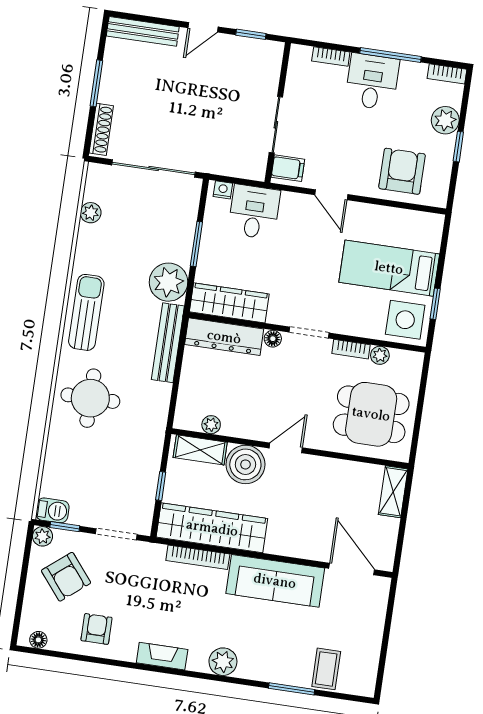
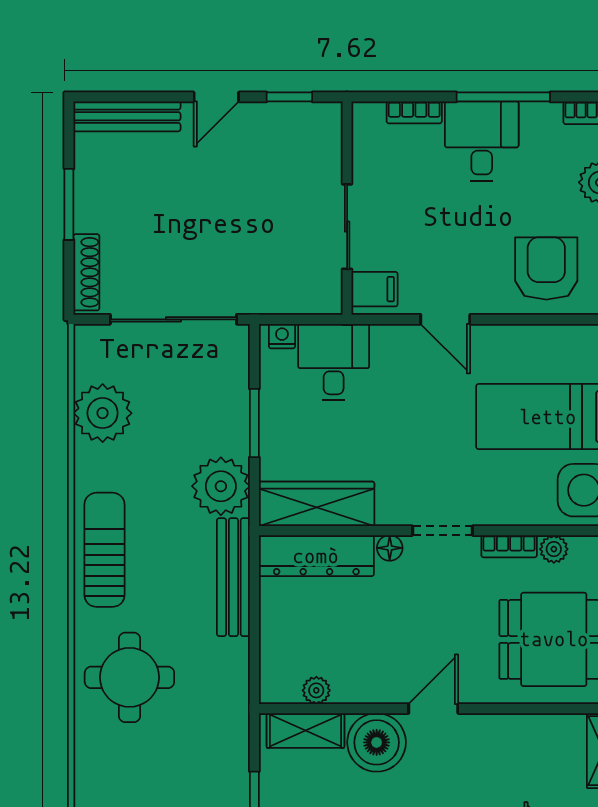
plant: (91, 213) -> (103, 413), width x1.87, depth x1.87

